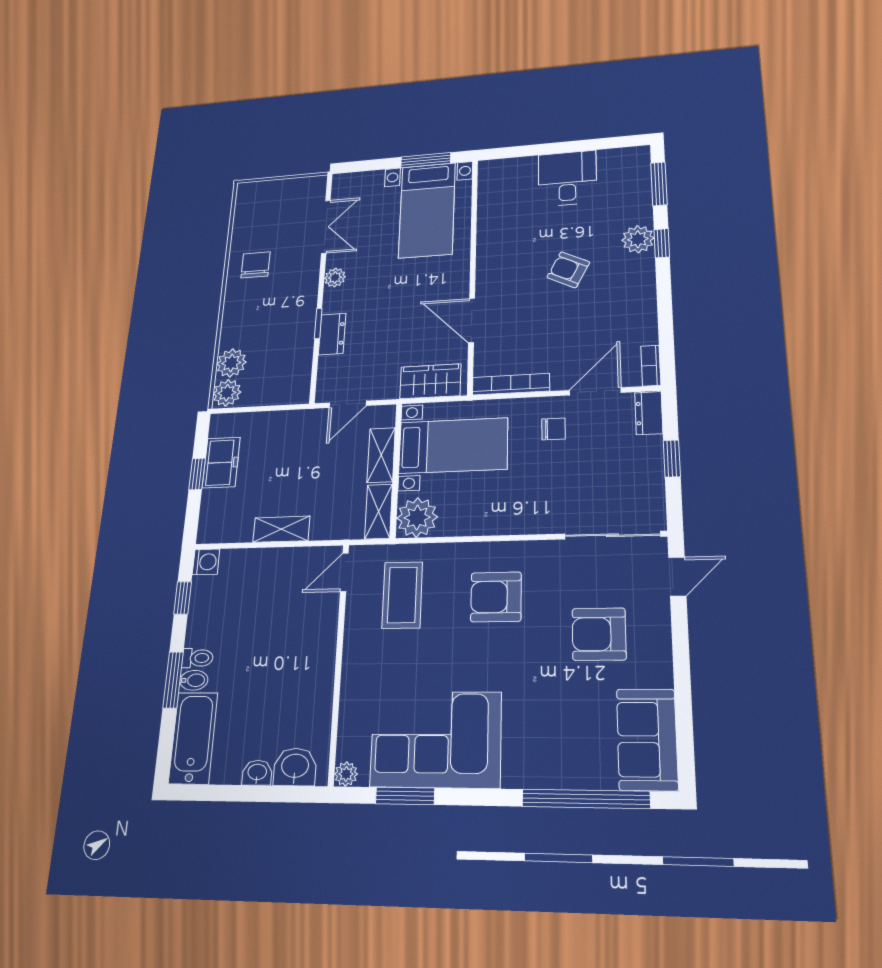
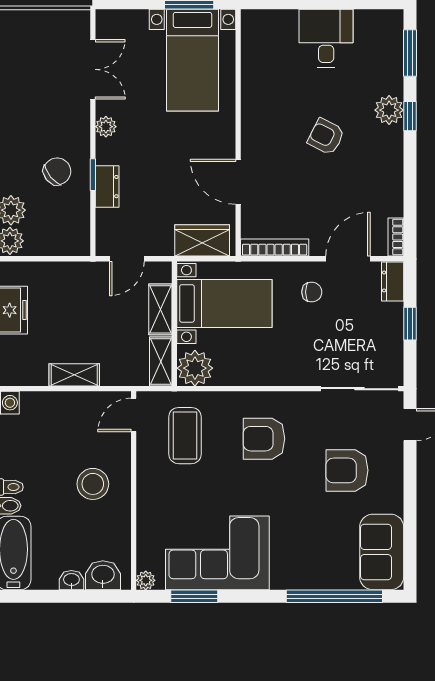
chair: (256, 265) -> (57, 171), moved, turned 51
stool: (292, 654) -> (93, 484), added

